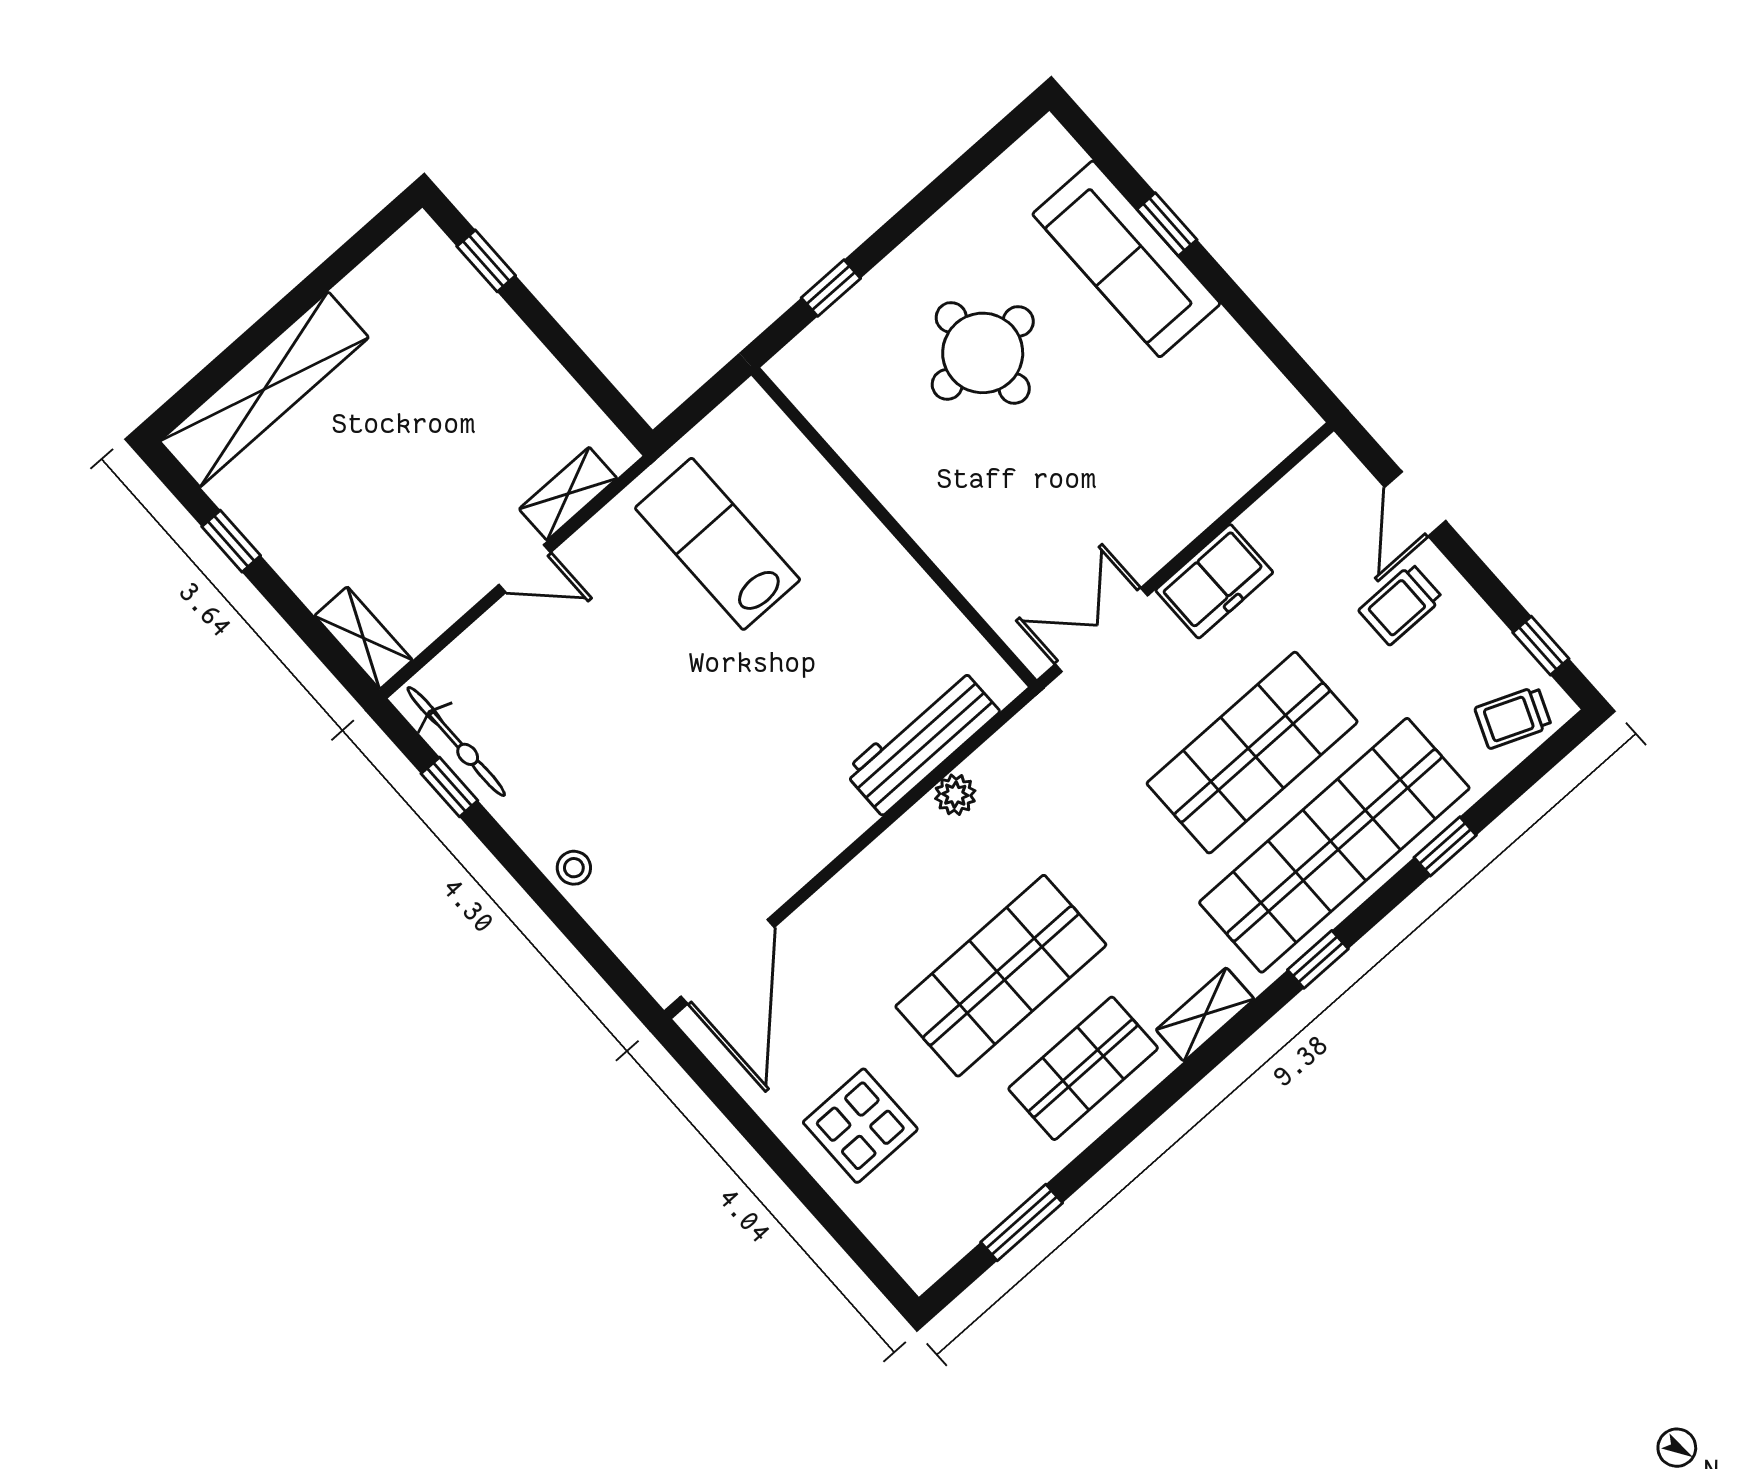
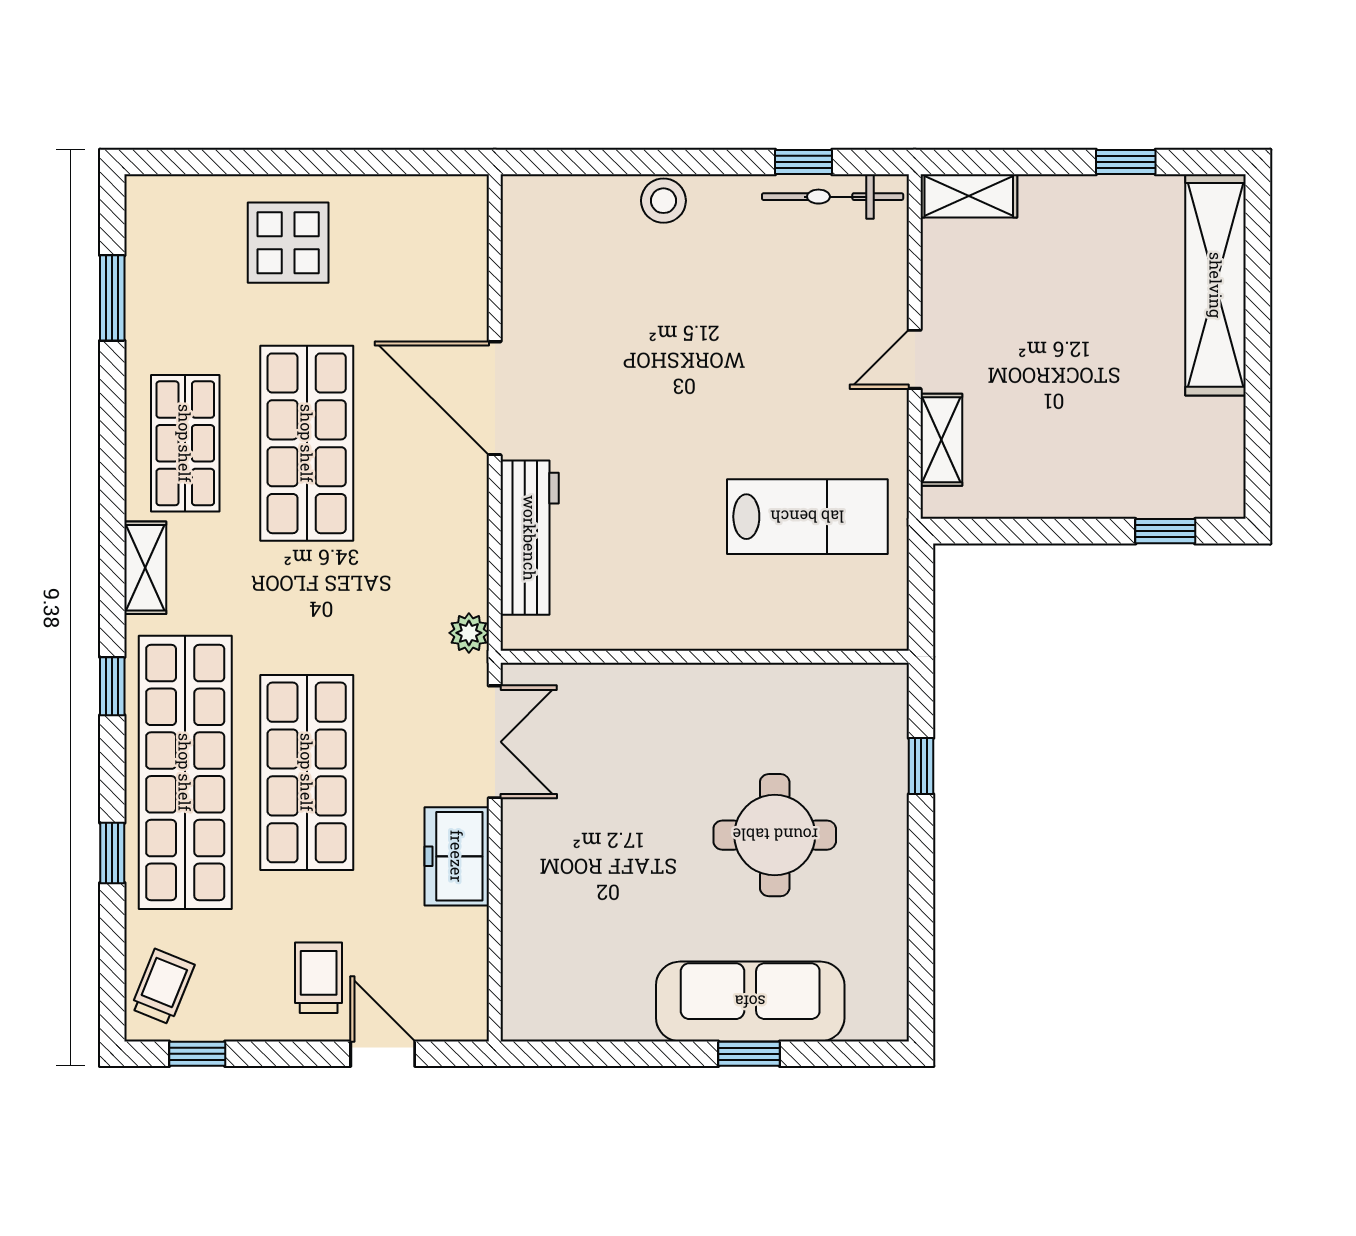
plant: (955, 795) -> (469, 633), moved
stool: (574, 868) -> (663, 201), width x1.37, depth x1.37
door: (728, 962) -> (495, 398), moved

